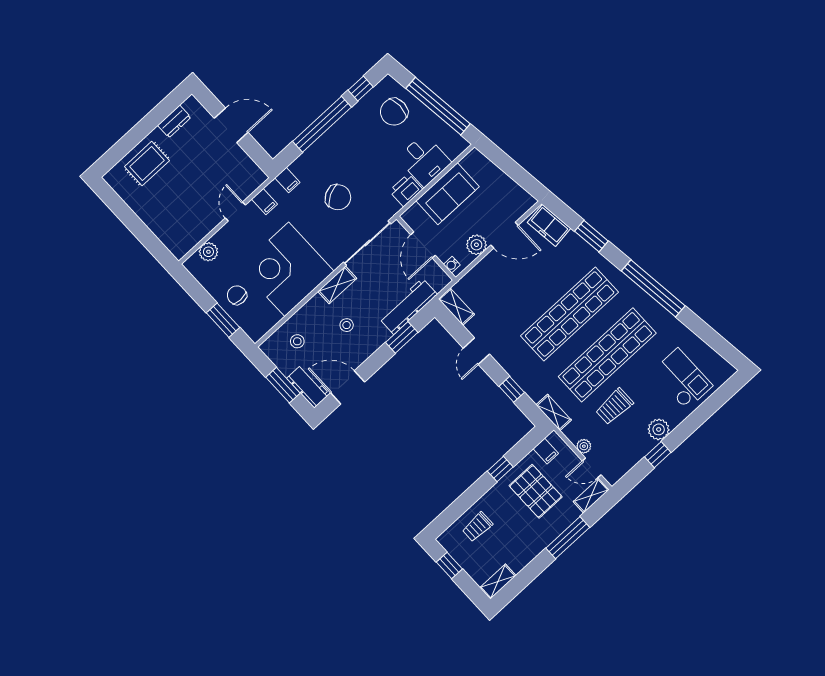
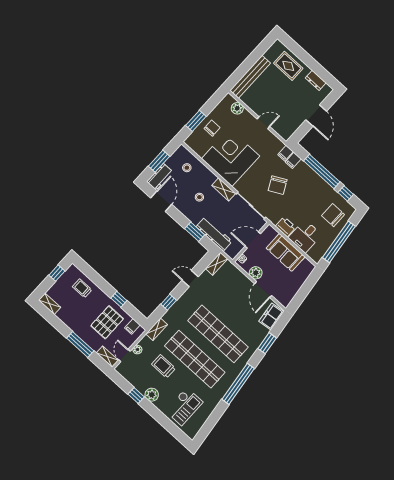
filing cabinet: (265, 202) -> (293, 160), moved
bench: (159, 227) -> (250, 77), added

